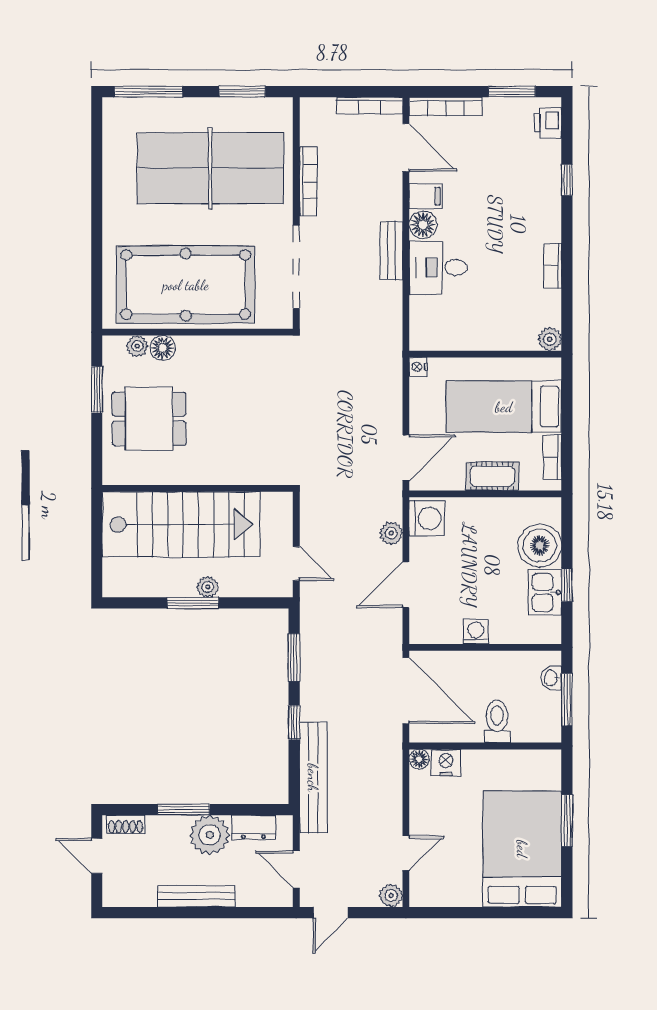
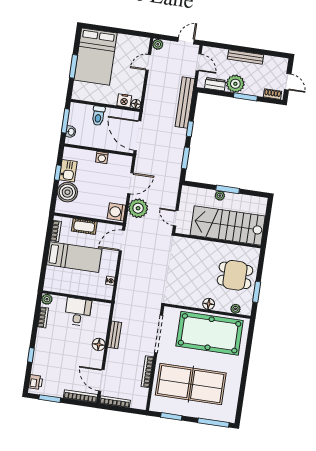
filing cabinet: (426, 196) -> (95, 357), removed
desk: (438, 268) -> (78, 312), moved, turned -90
plant: (550, 339) -> (47, 299), moved
floor lamp: (163, 348) -> (209, 304), moved
wall: (485, 354) -> (77, 297), moved
plant: (391, 533) -> (138, 208), width x1.87, depth x1.87
door: (296, 564) -> (176, 218), moved

